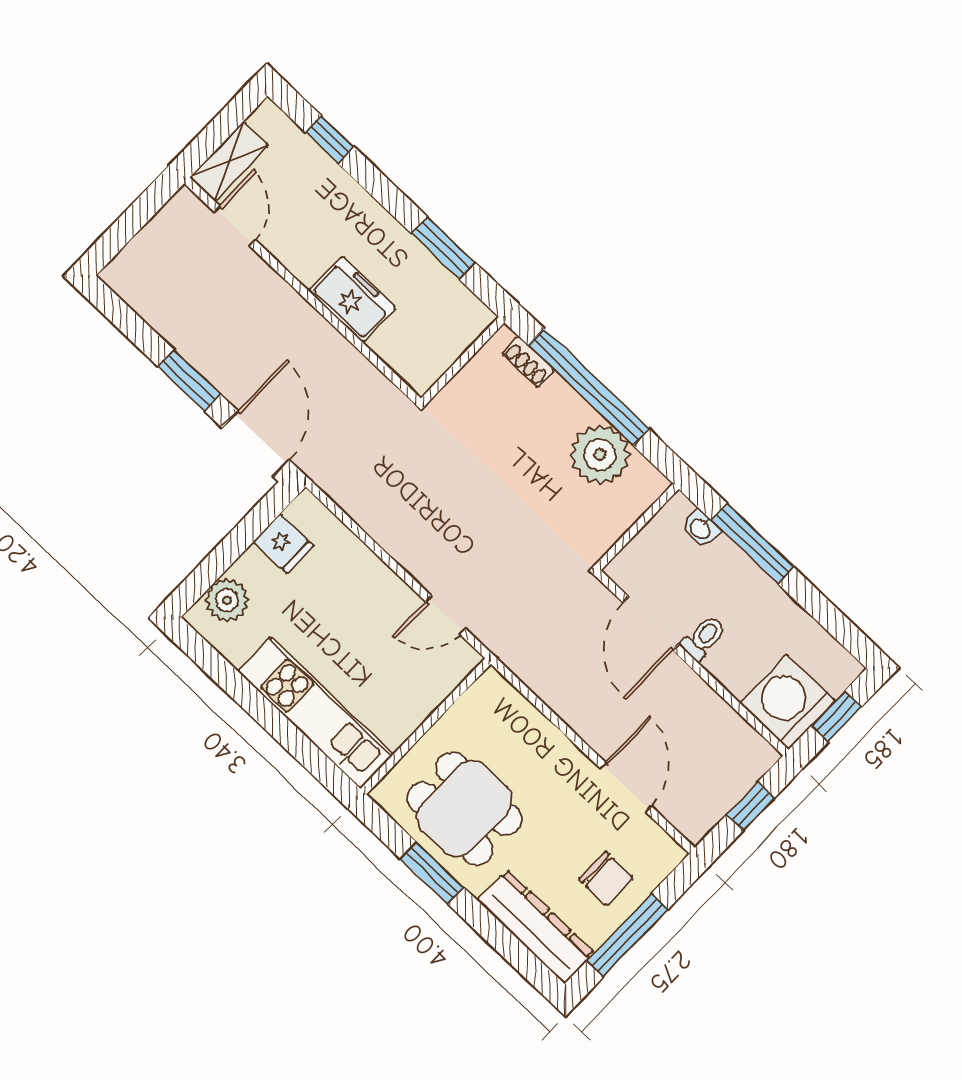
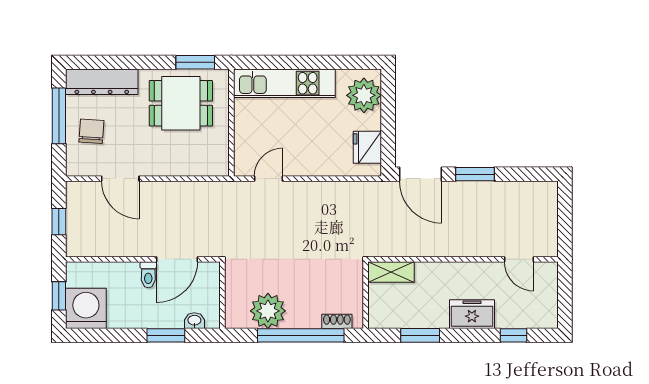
shelving: (229, 161) -> (391, 272), moved, turned 90
freezer: (352, 299) -> (472, 314), moved, turned 180
fridge: (284, 544) -> (367, 147), width x1.38
window: (753, 544) -> (166, 335), width x0.69
plant: (227, 600) -> (364, 95), width x1.36, depth x1.36
door: (651, 623) -> (177, 259), swing flipped
washing machine: (788, 702) -> (86, 308), moved, turned -90
window: (432, 873) -> (195, 62), moved
chair: (606, 878) -> (91, 131), turned 94

